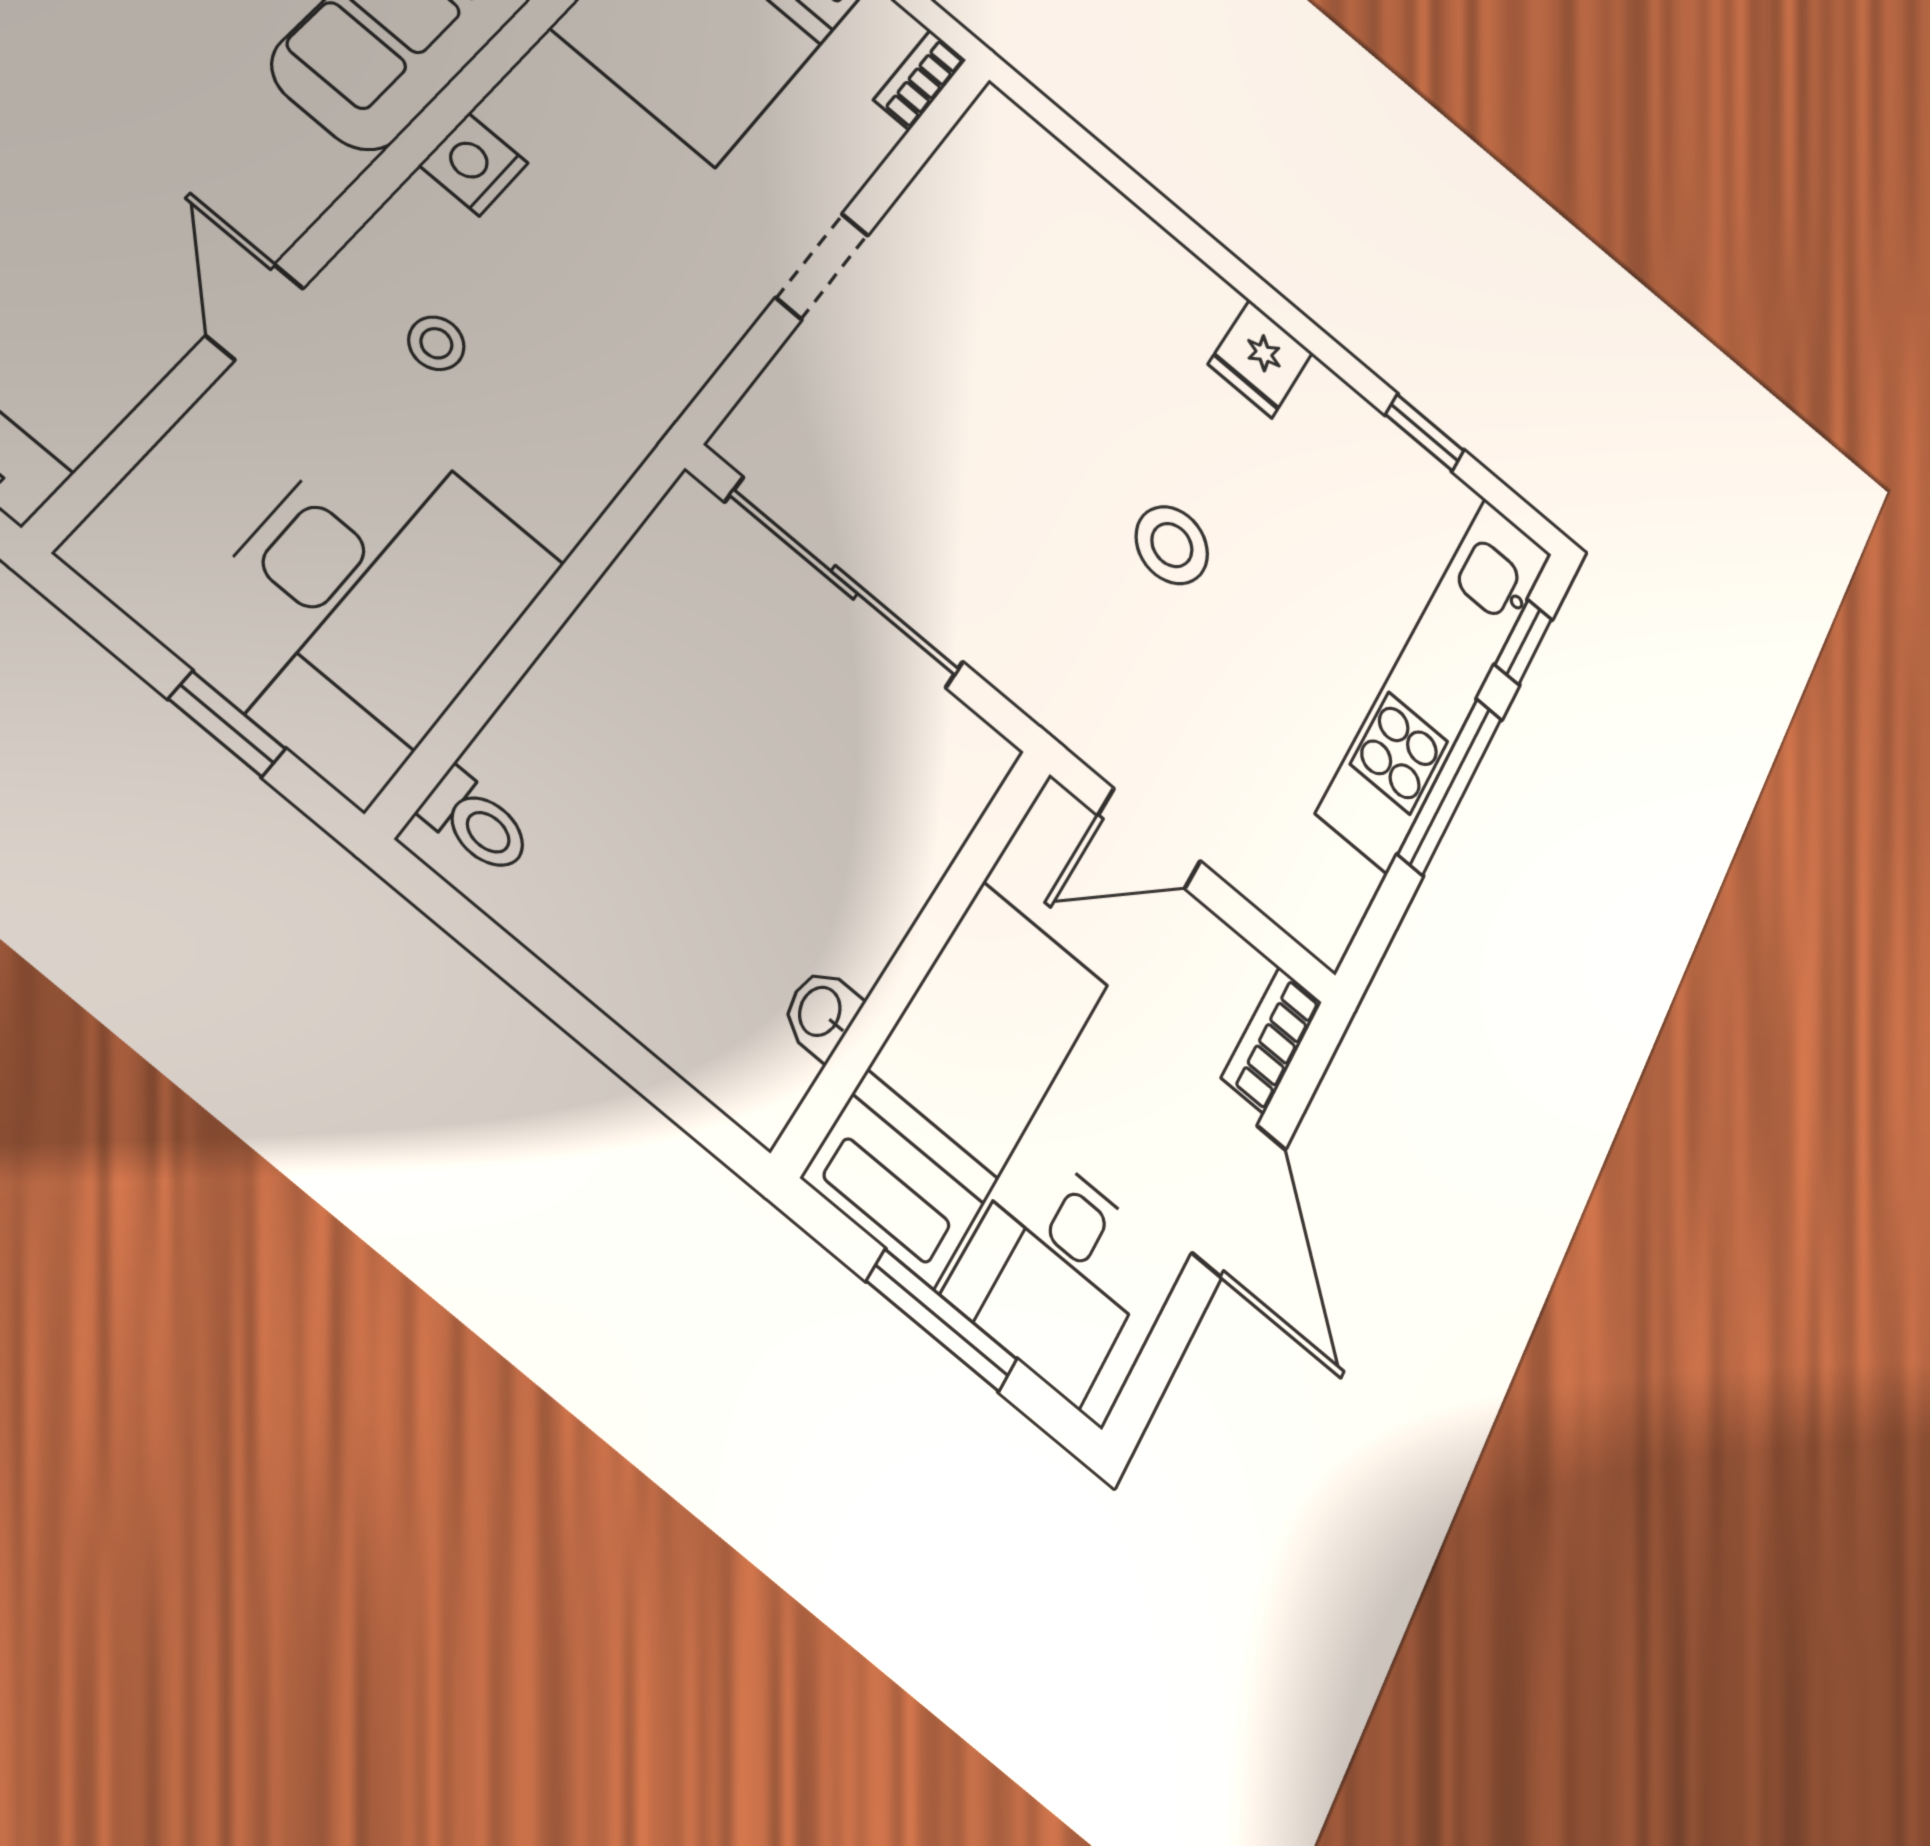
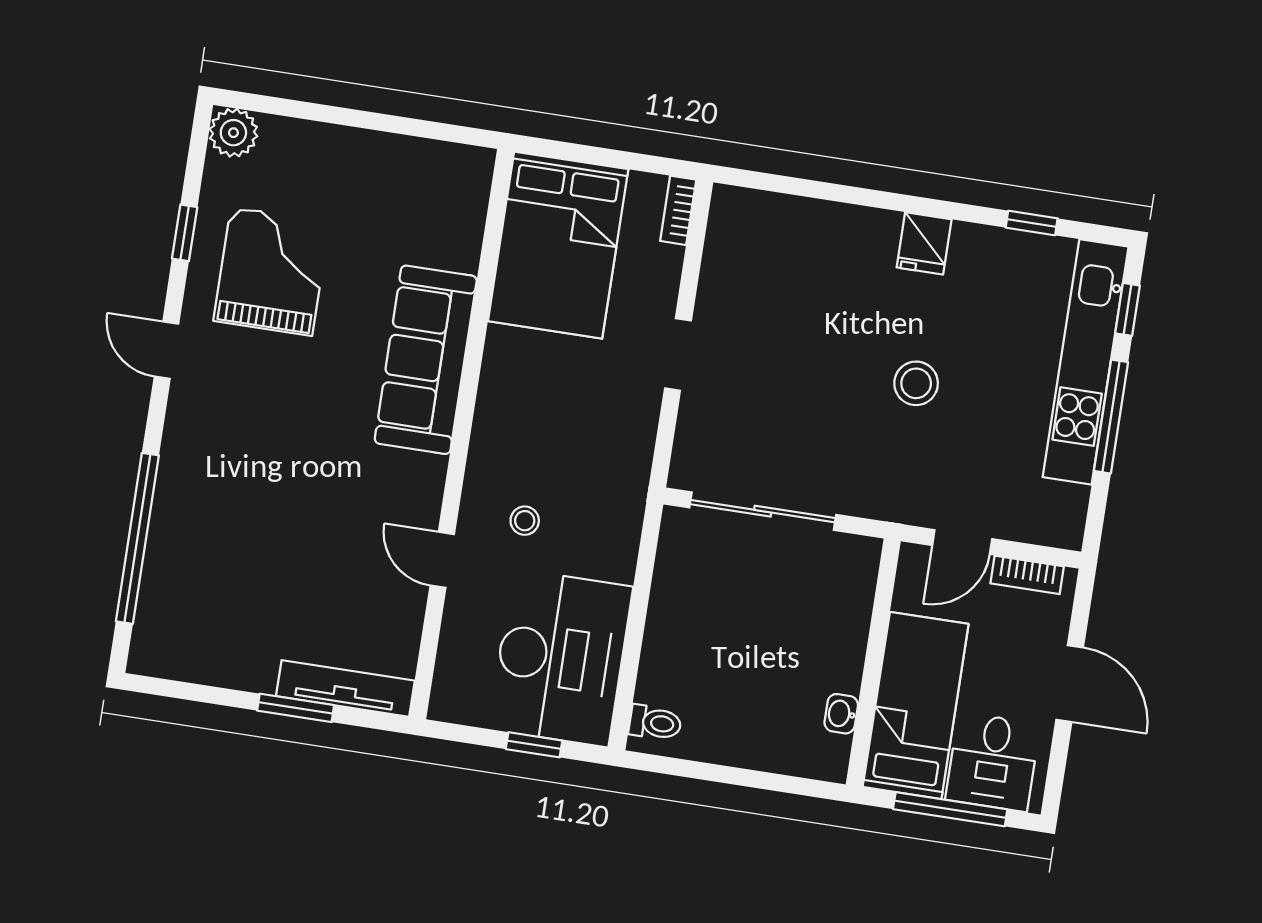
nightstand: (474, 164) -> (493, 420), removed
bookcase: (1272, 1039) -> (1027, 575), moved, turned -90
window: (942, 1320) -> (950, 809), width x1.44

